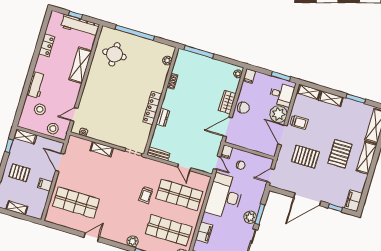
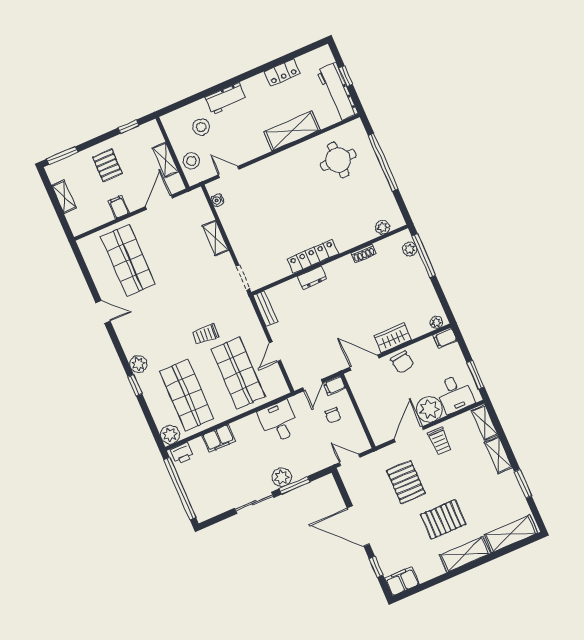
plant: (190, 56) -> (410, 249), added
shelving: (25, 136) -> (165, 160), moved
desk: (225, 196) -> (279, 422), width x0.53, depth x0.77

